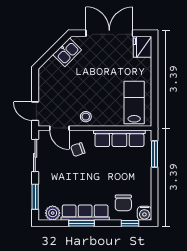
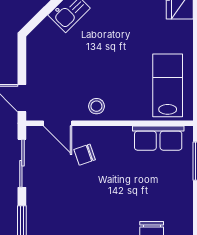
row of seats: (119, 138) -> (158, 138), width x0.68

